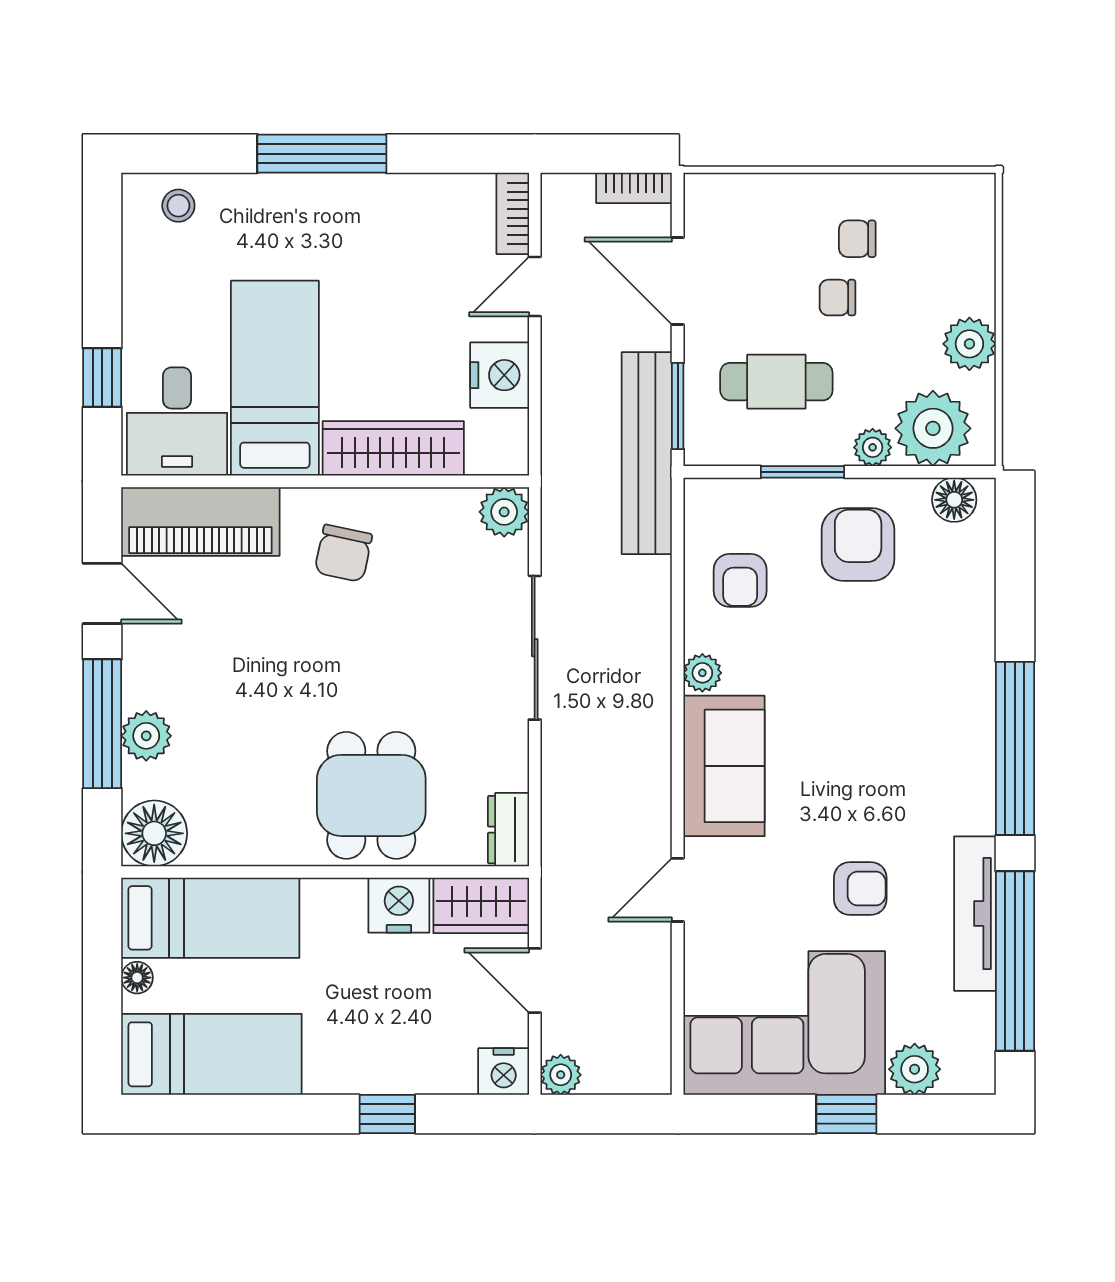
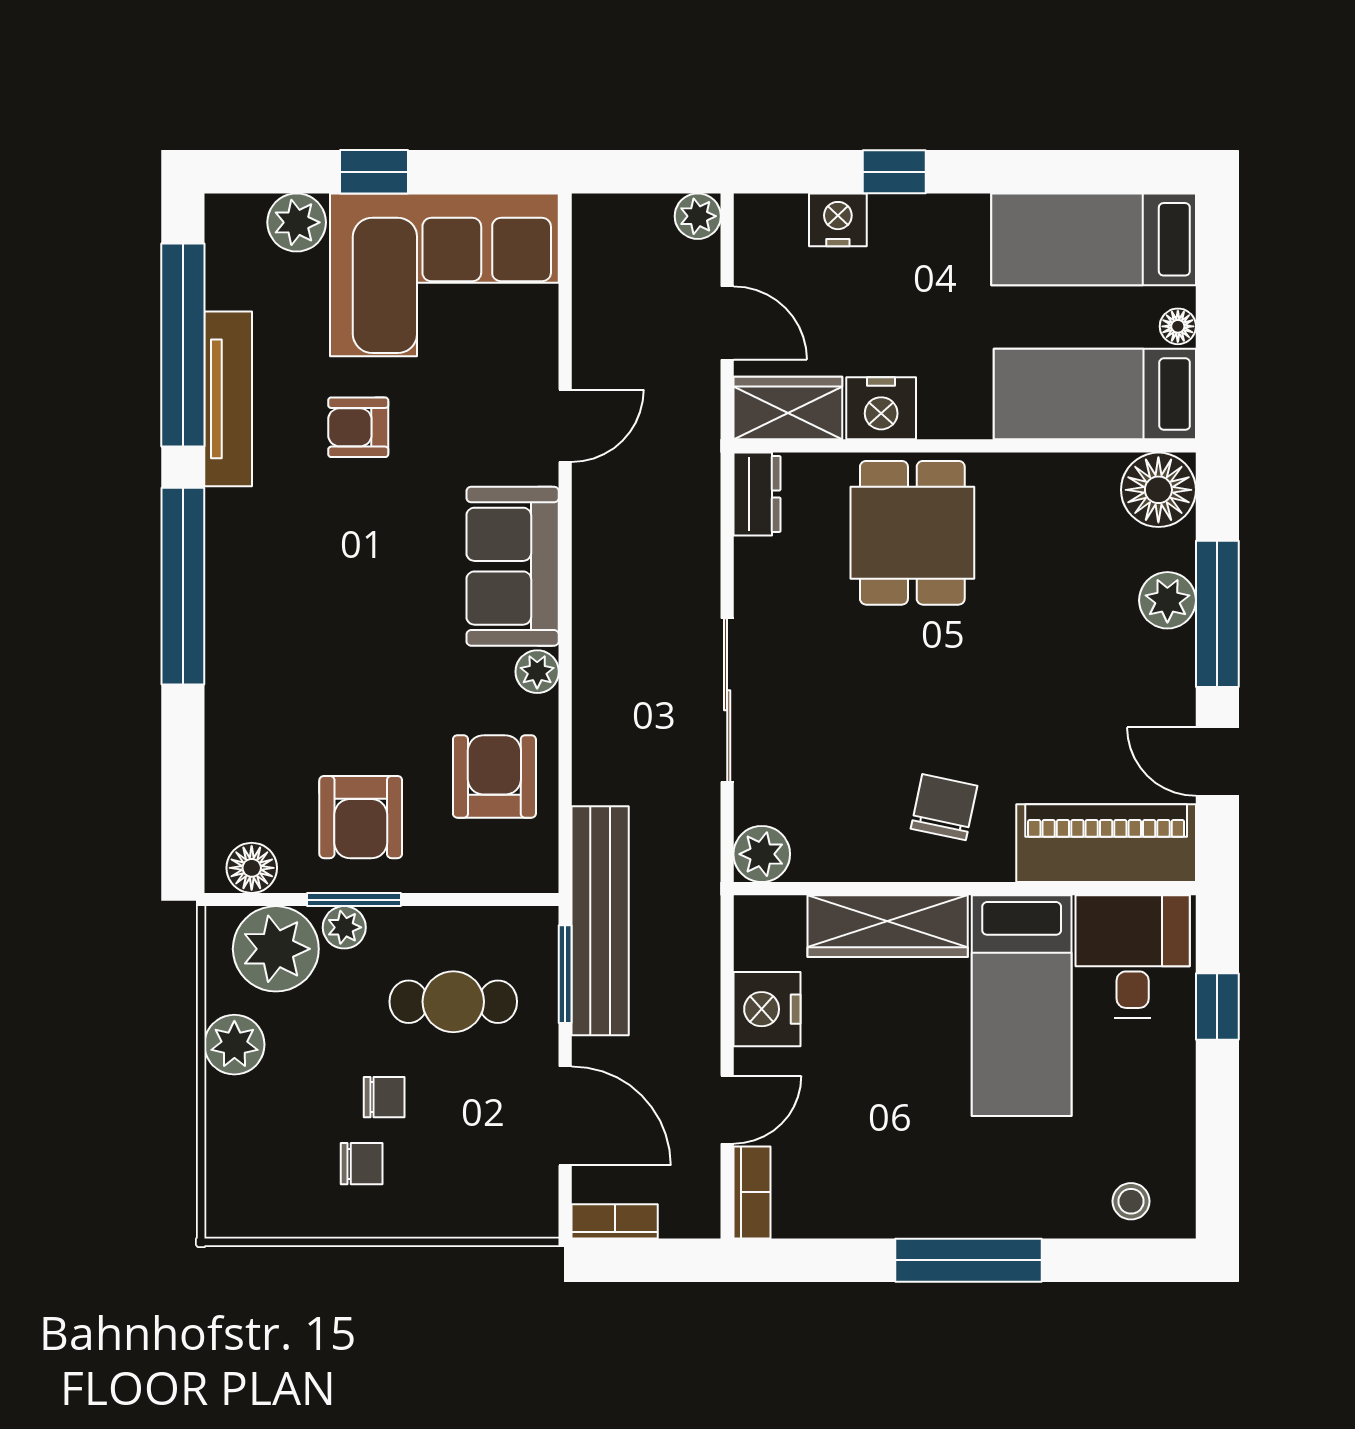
window: (802, 472) -> (354, 900), moved
armchair: (740, 580) -> (494, 776), width x1.38, depth x1.38
nightstand: (504, 1072) -> (838, 220), moved

